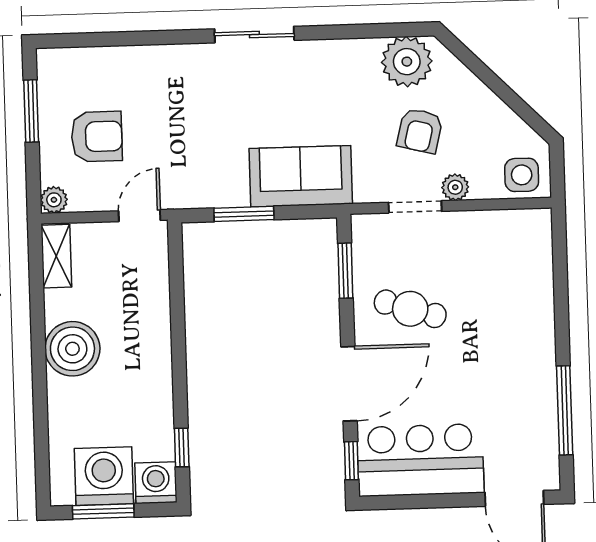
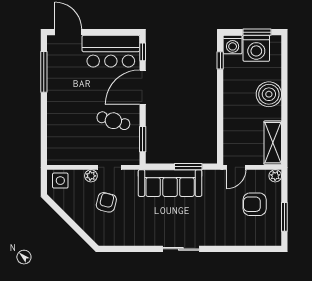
plant: (407, 62) -> (111, 234), removed
sofa: (301, 176) -> (170, 183), width x1.36
shelving: (56, 256) -> (273, 143), width x1.50, depth x1.33
boiler: (72, 349) -> (269, 94), moved

